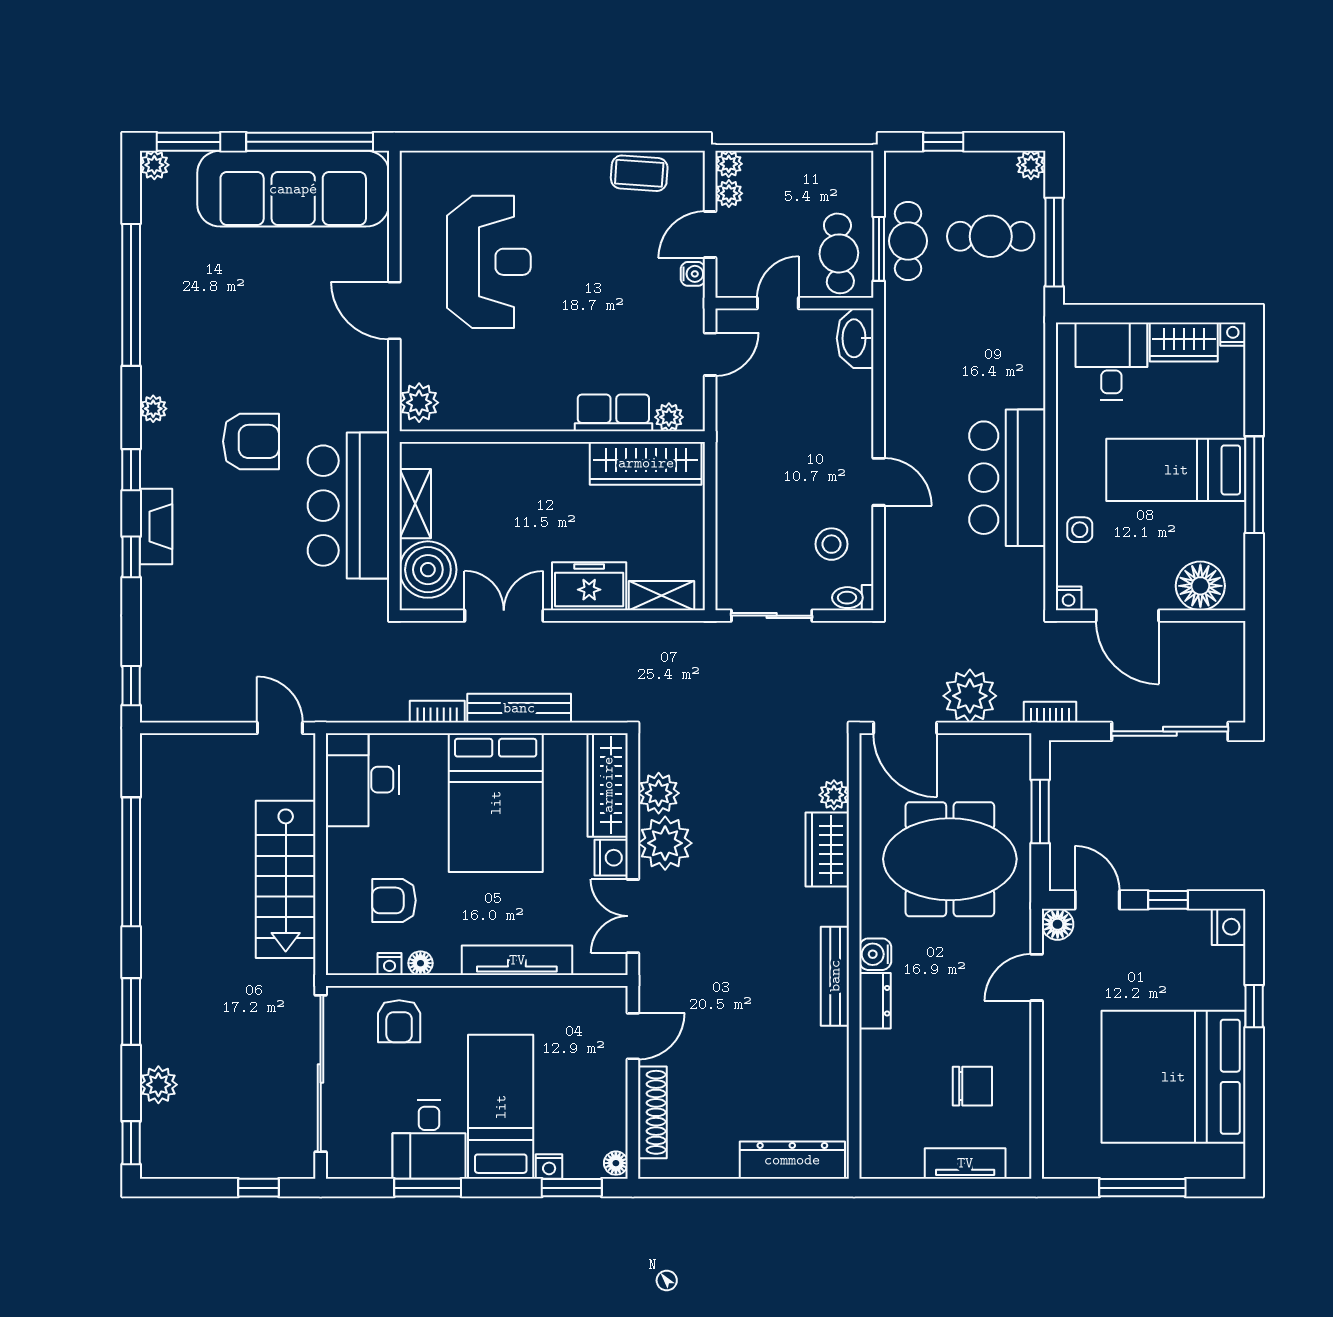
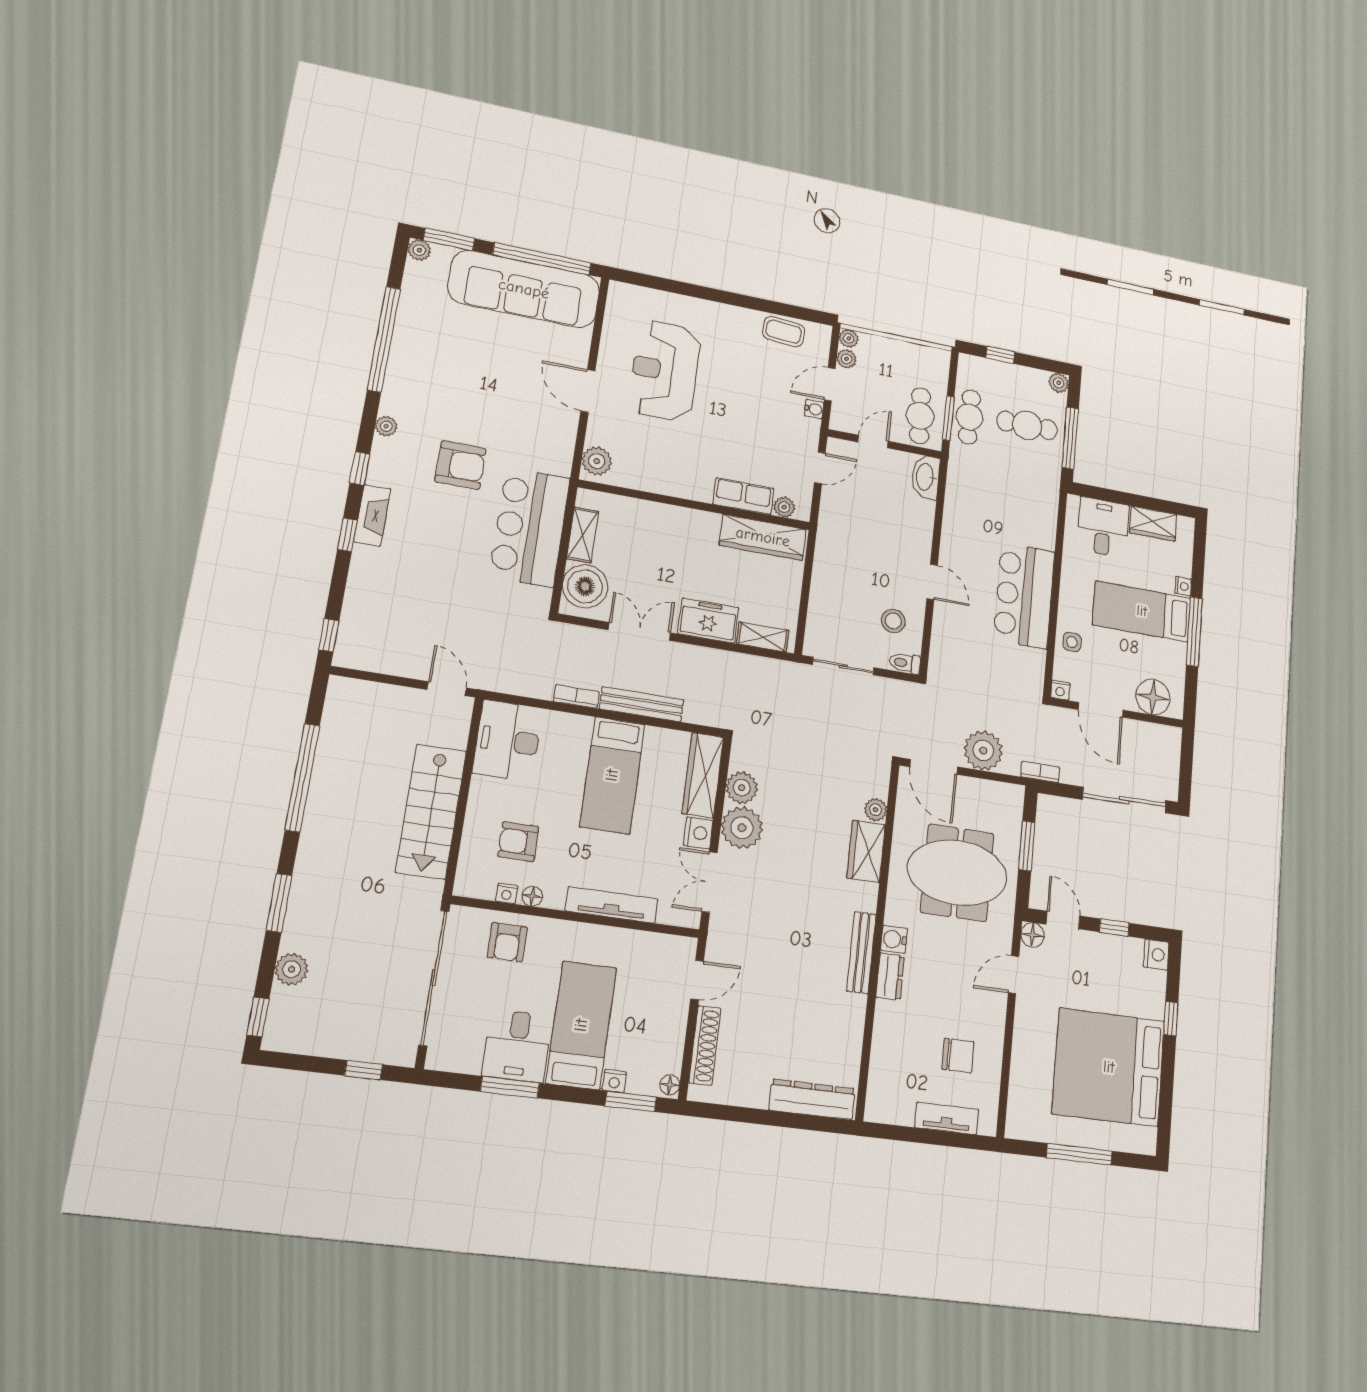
reception desk: (489, 262) -> (665, 371), turned 180
nightstand: (1233, 334) -> (1183, 586), moved, turned 90
bed: (496, 803) -> (612, 775), width x0.67

